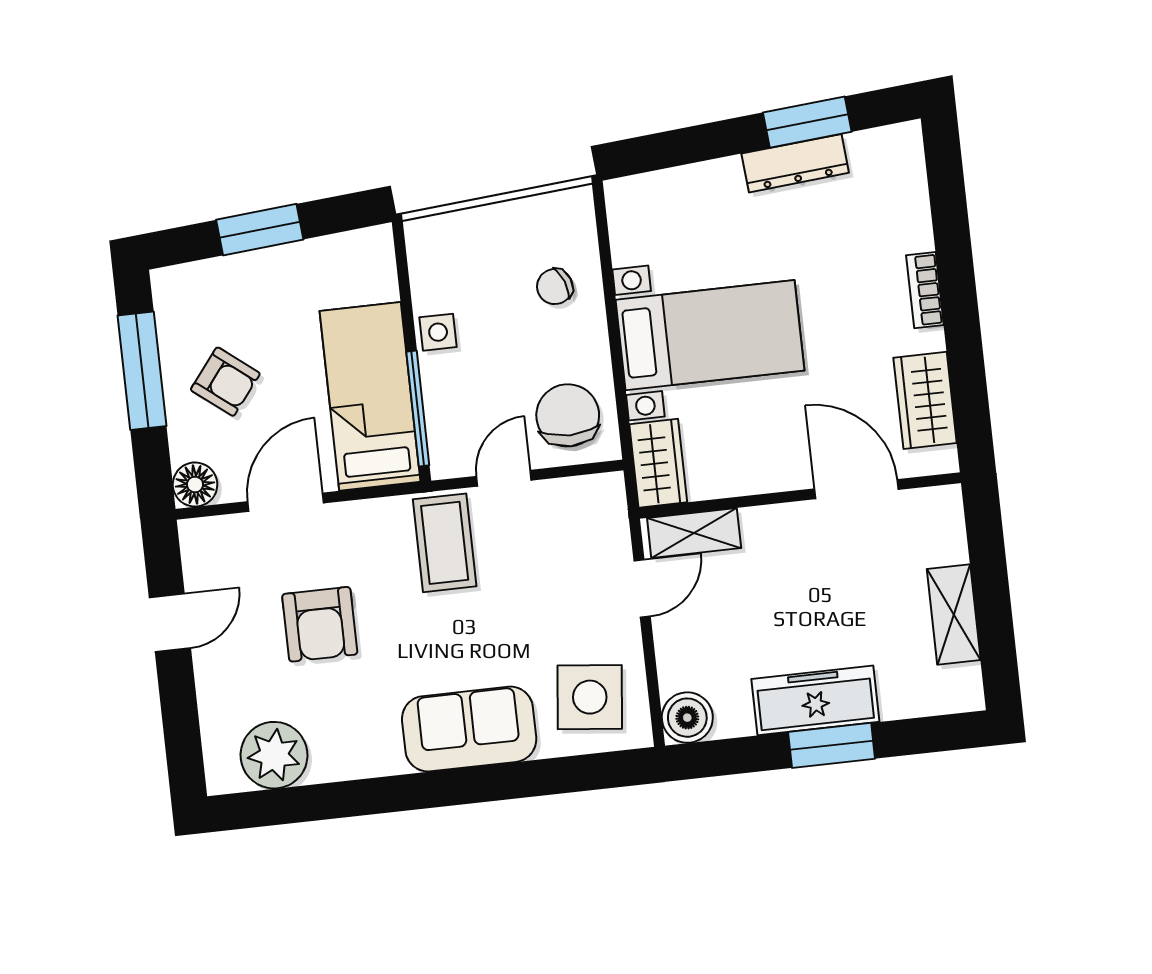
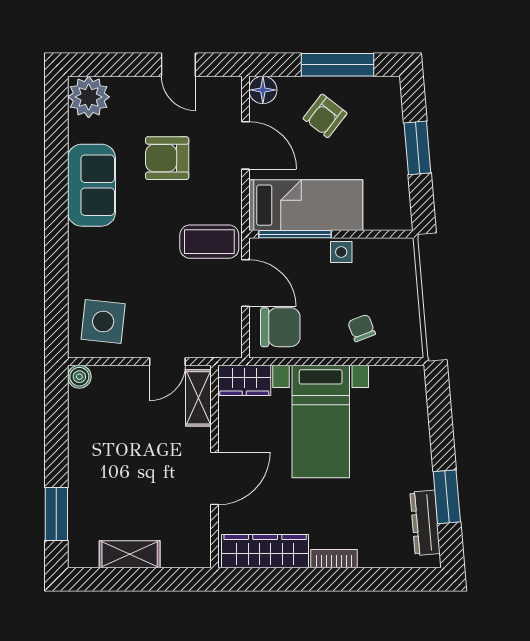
dresser: (795, 163) -> (425, 523), moved
wardrobe: (925, 400) -> (265, 551), width x1.50
door: (504, 478) -> (246, 283), width x1.38
door: (856, 489) -> (214, 478), moved
door: (642, 588) -> (167, 362), hinge flipped
freezer: (815, 700) -> (86, 462), removed
boiler: (687, 718) -> (79, 377), width x0.73, depth x0.73
sofa: (469, 729) -> (92, 185), moved
window: (832, 745) -> (56, 514), moved
plant: (274, 755) -> (89, 97), moved

